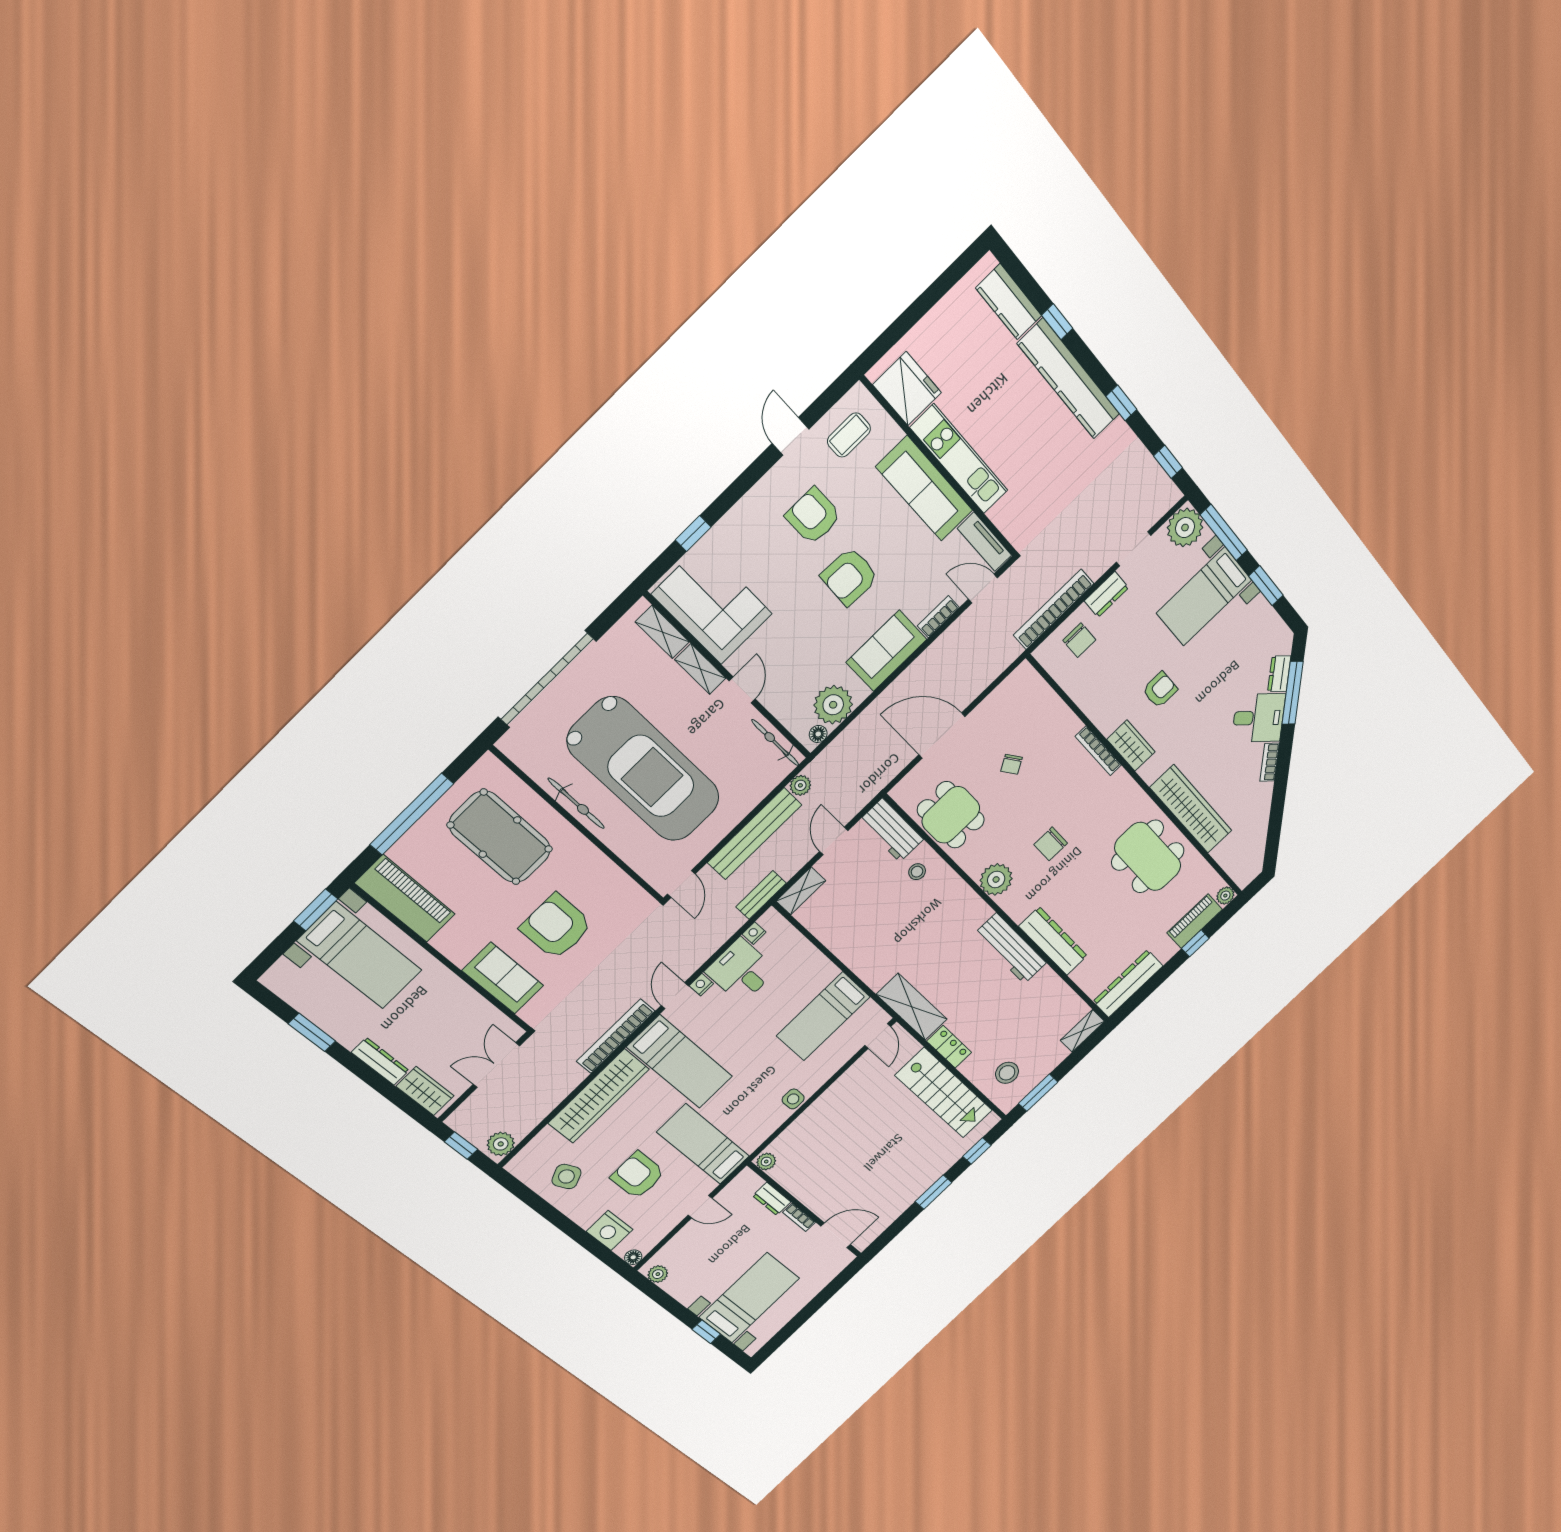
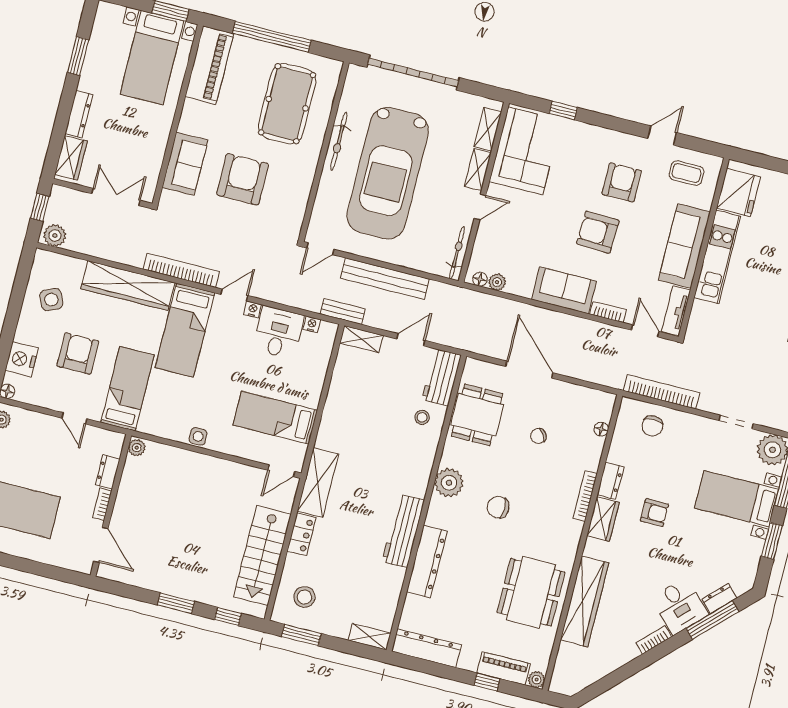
dresser: (1107, 594) -> (610, 481), moved, turned -90
floor lamp: (1047, 696) -> (601, 429), added
plant: (833, 705) -> (497, 282), width x0.53, depth x0.53
plant: (800, 785) -> (437, 290), removed

